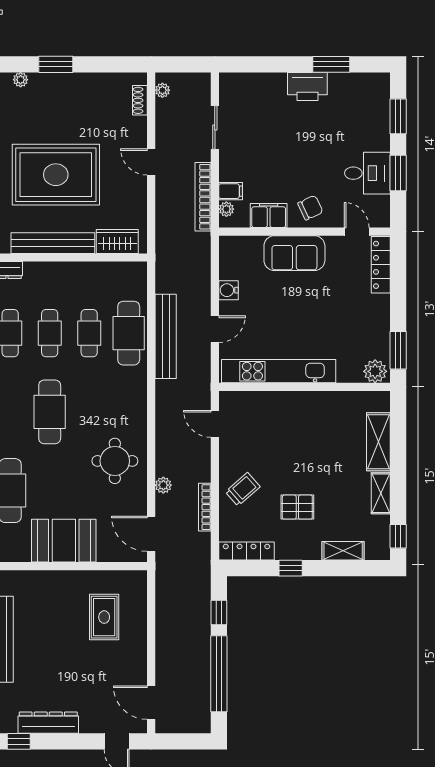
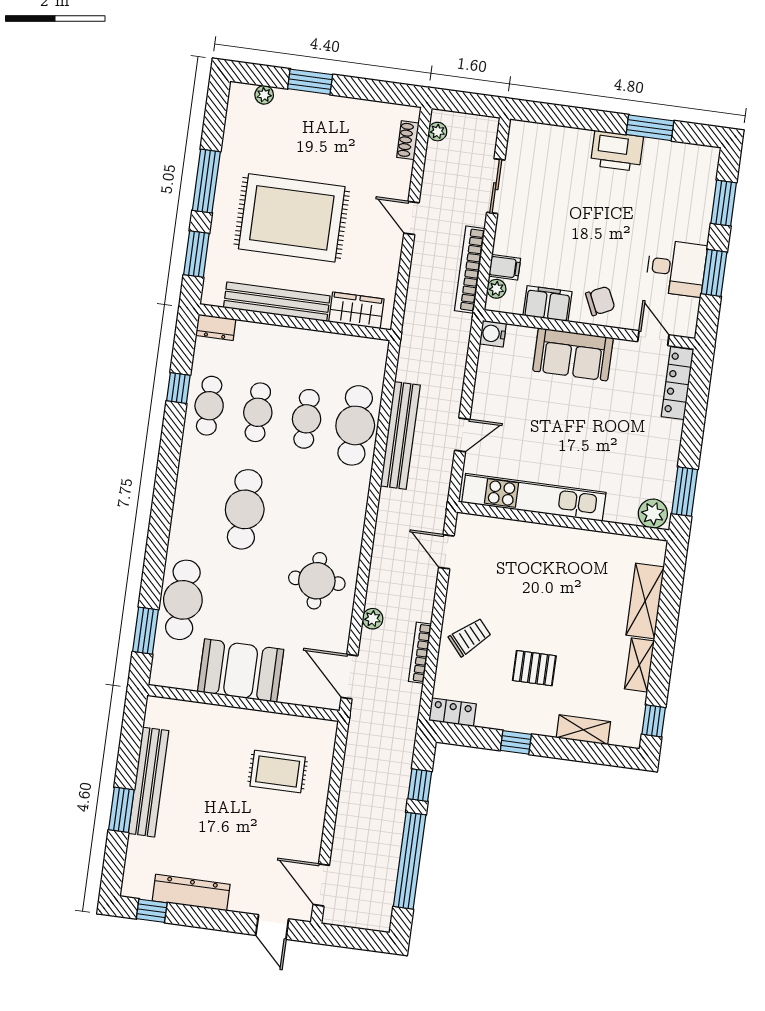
water cooler: (228, 290) -> (493, 334), moved
locker: (246, 551) -> (452, 712), width x0.66
rug: (104, 617) -> (278, 772), turned 90

